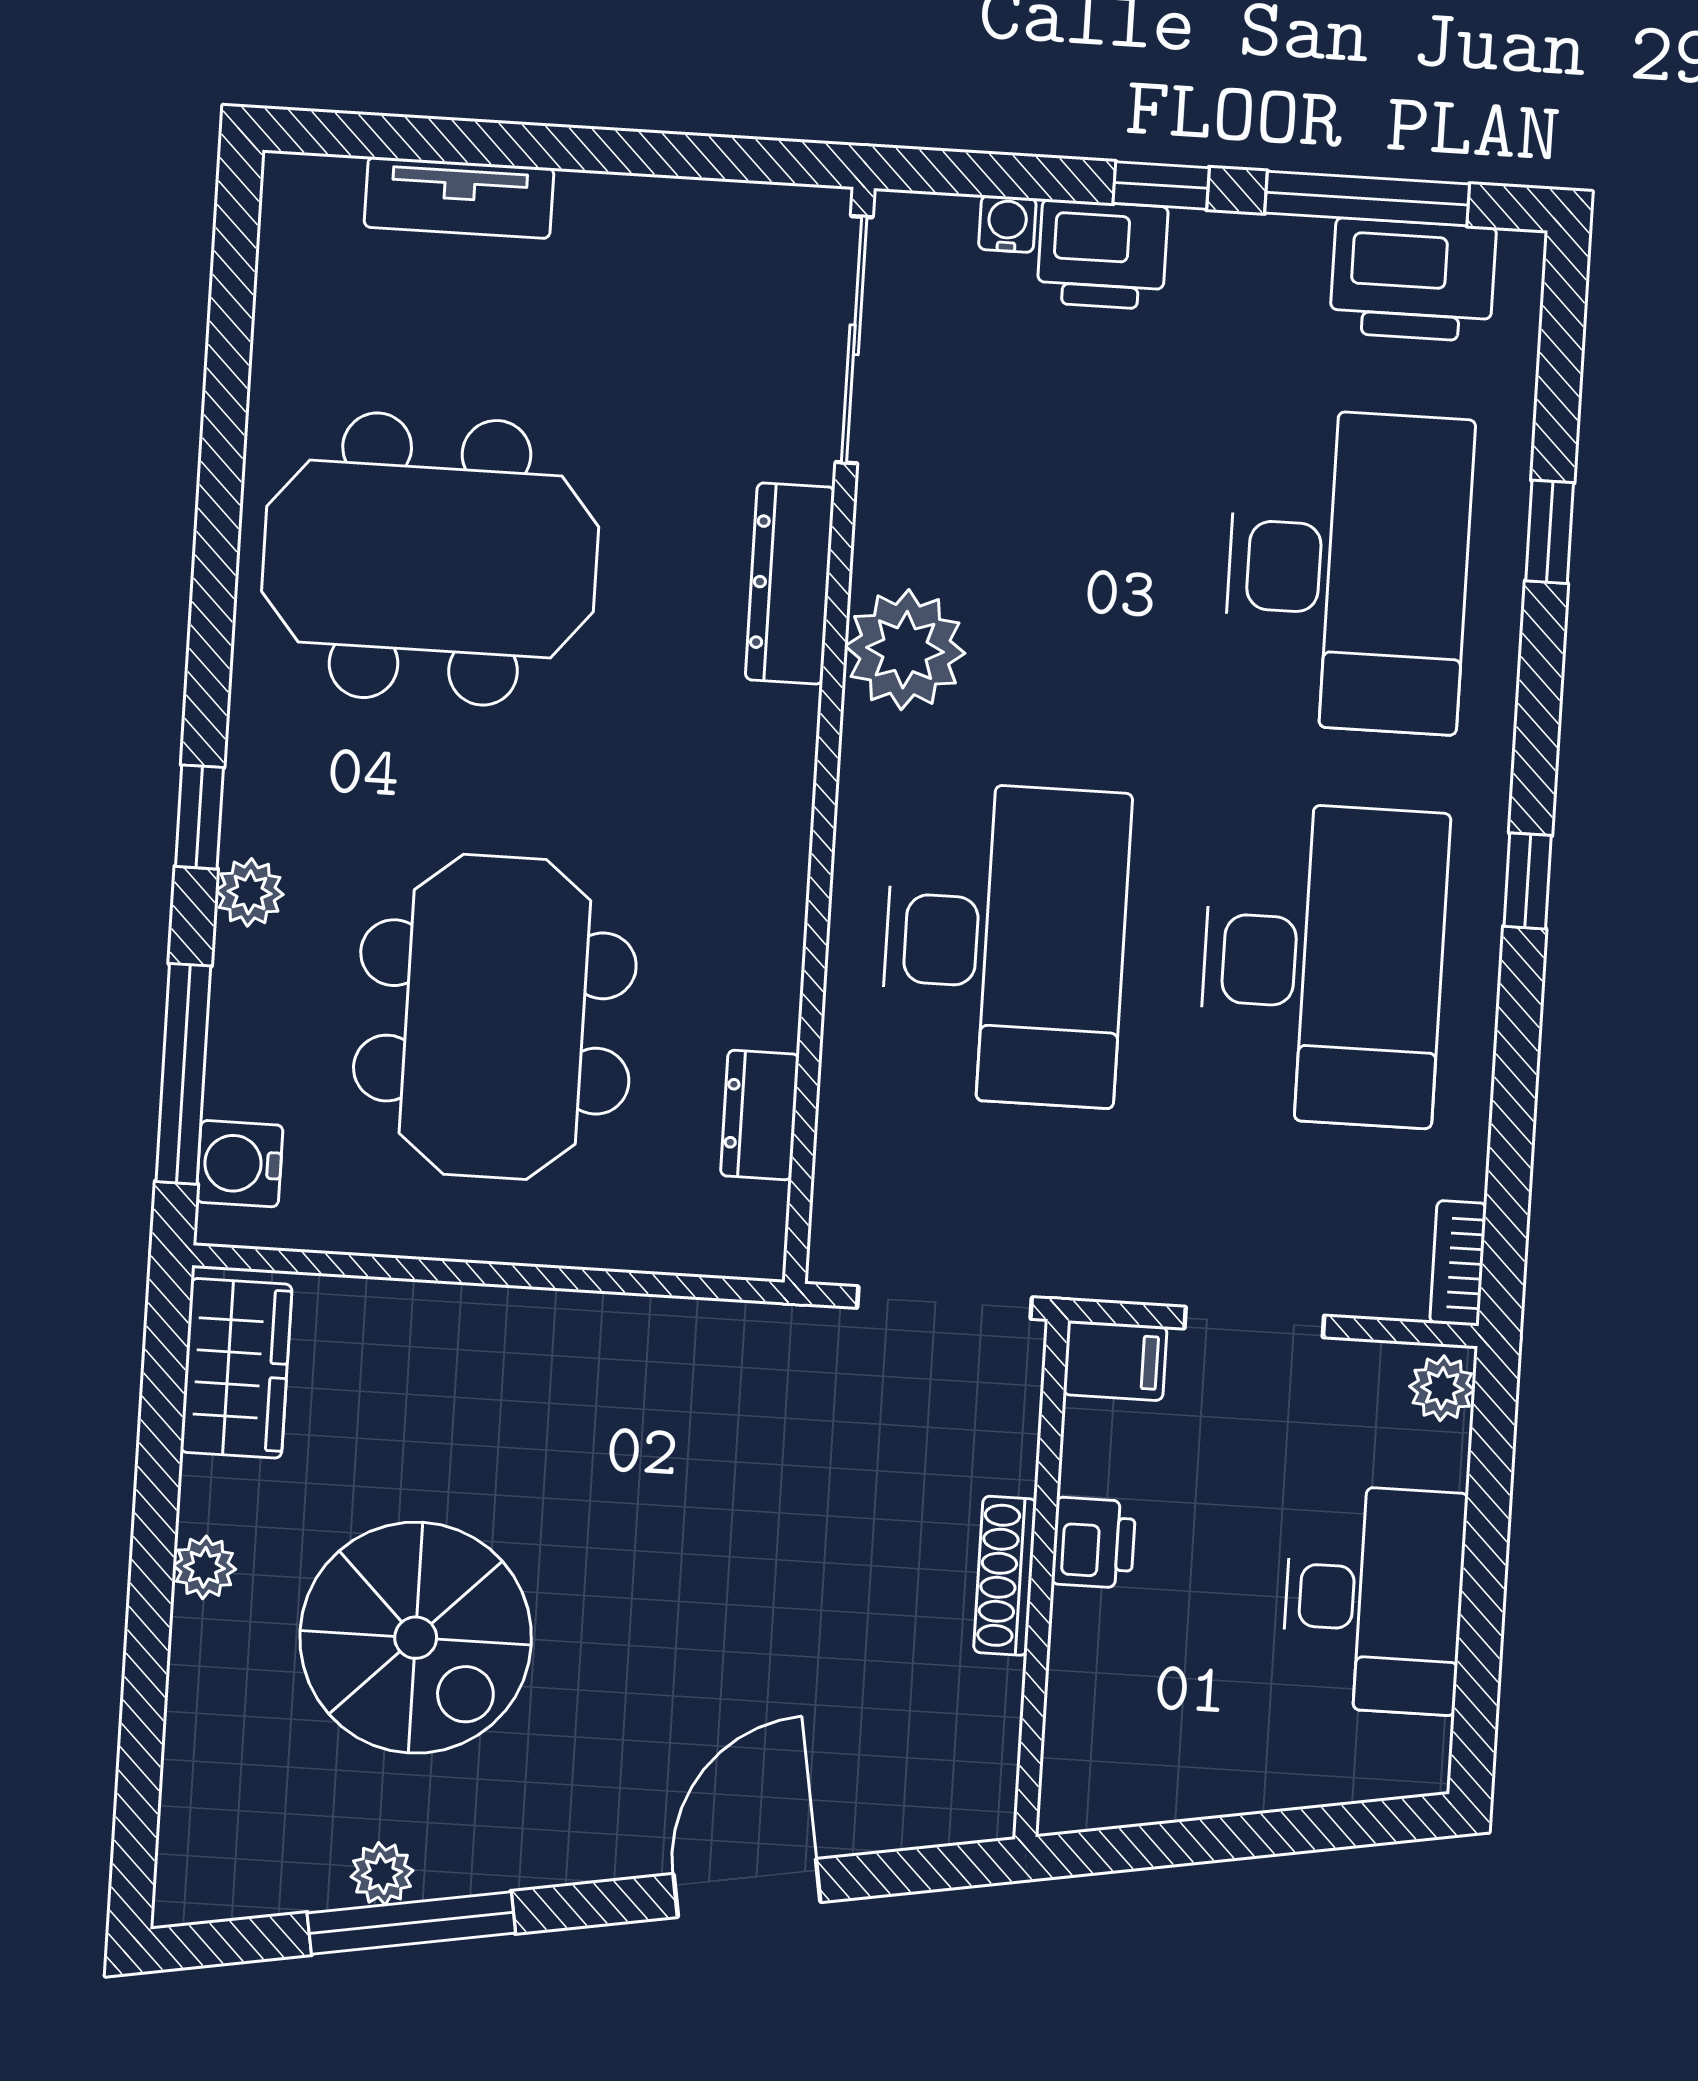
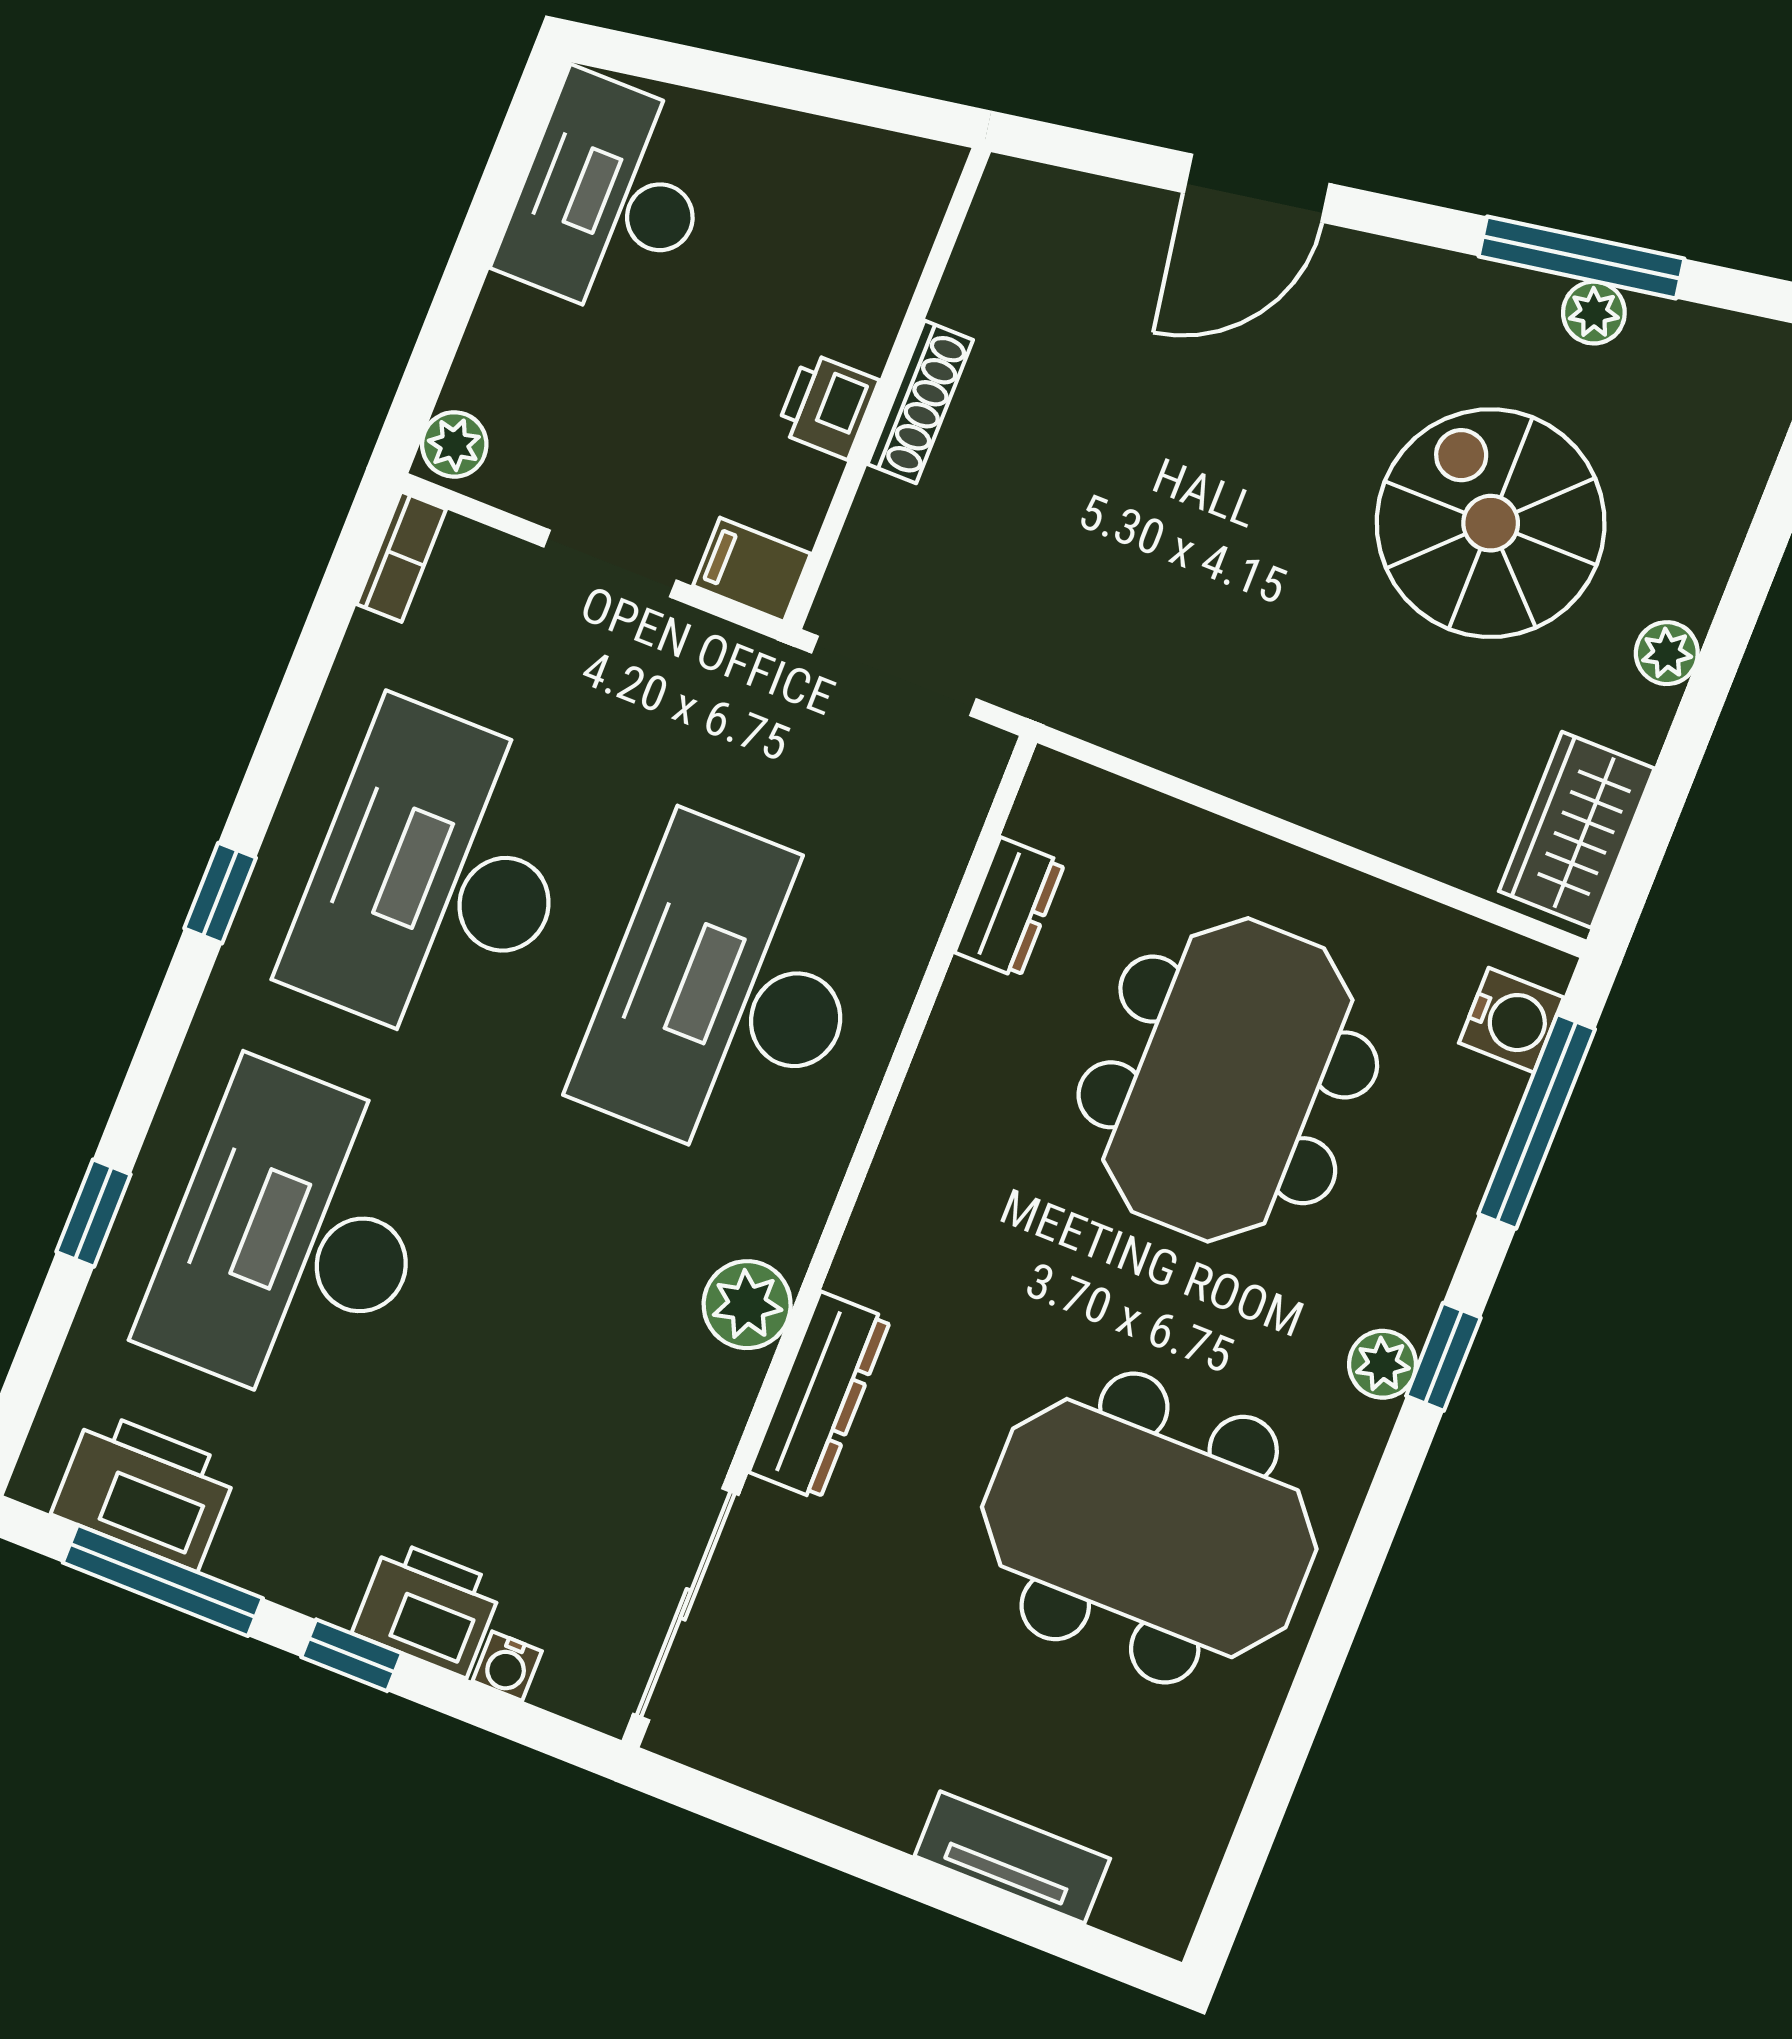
plant: (905, 650) -> (747, 1305), width x0.73, depth x0.73
plant: (250, 892) -> (1383, 1364), moved
desk: (1374, 1599) -> (610, 198), moved

